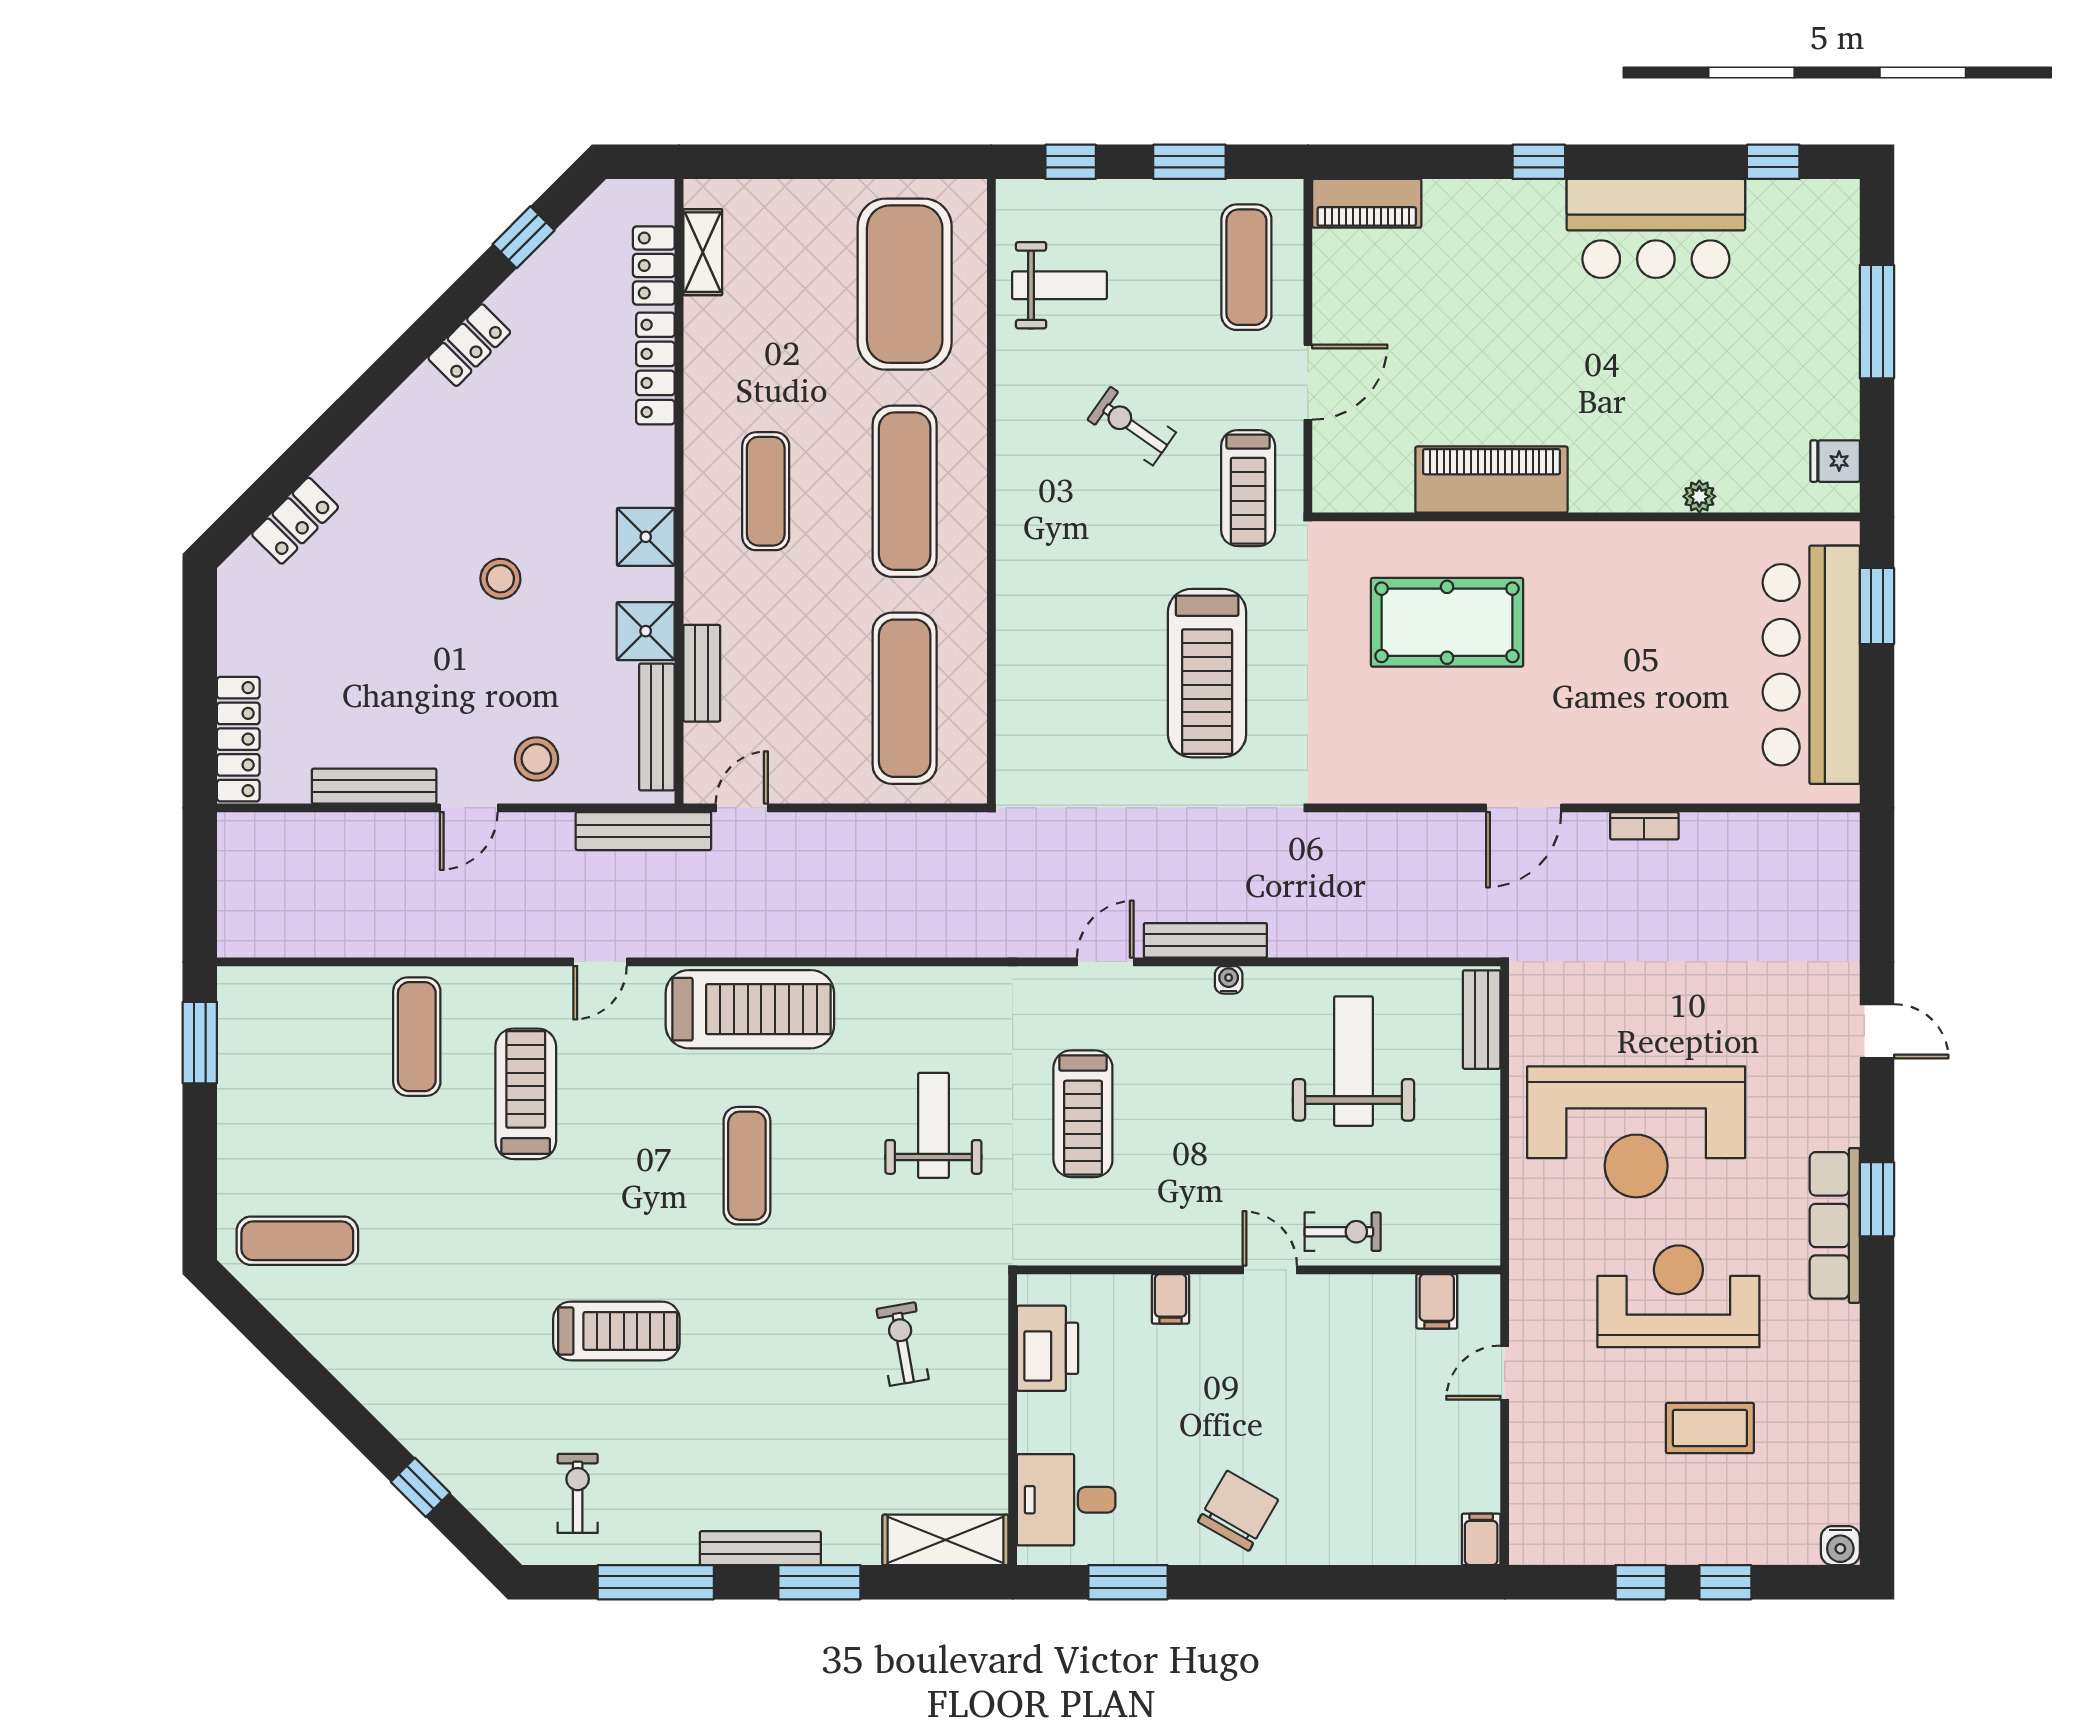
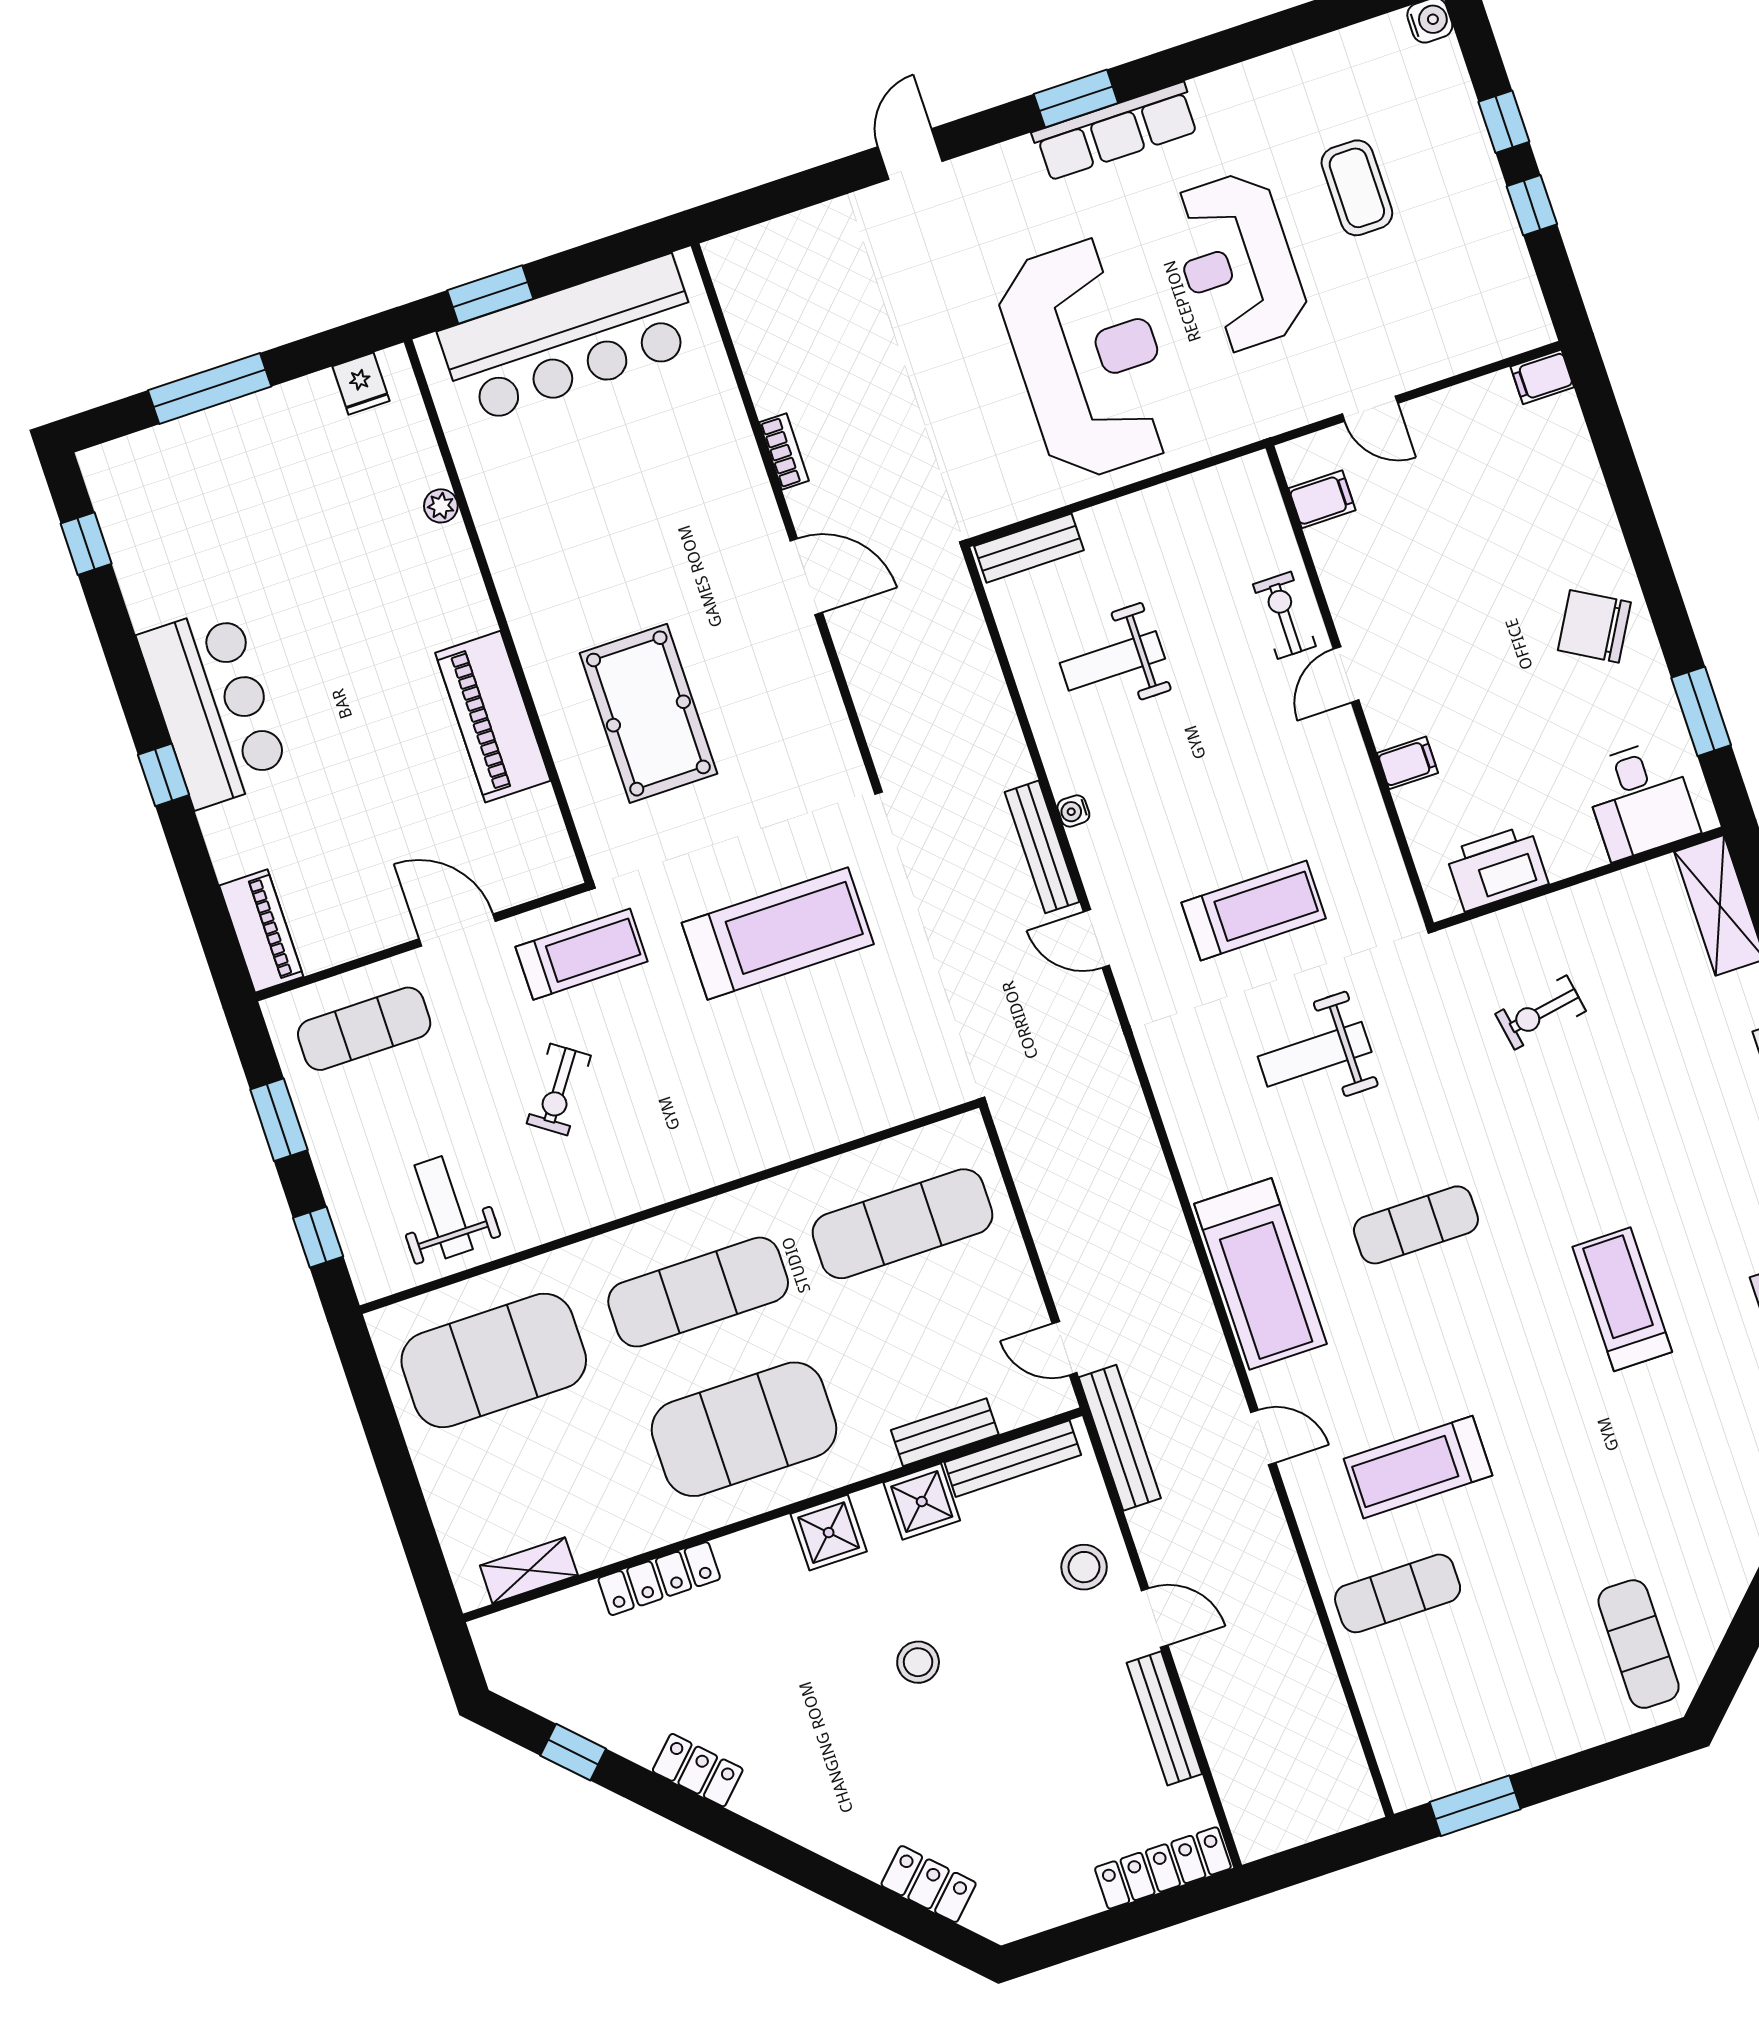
bar counter: (1656, 228) -> (214, 707), moved
locker: (654, 265) -> (558, 1614), removed
exercise mat: (766, 491) -> (744, 1429), width x2.00, depth x1.45
treadmill: (750, 1009) -> (1261, 1274), turned 180
weight bench: (1353, 1061) -> (1112, 661), width x0.73, depth x0.75

